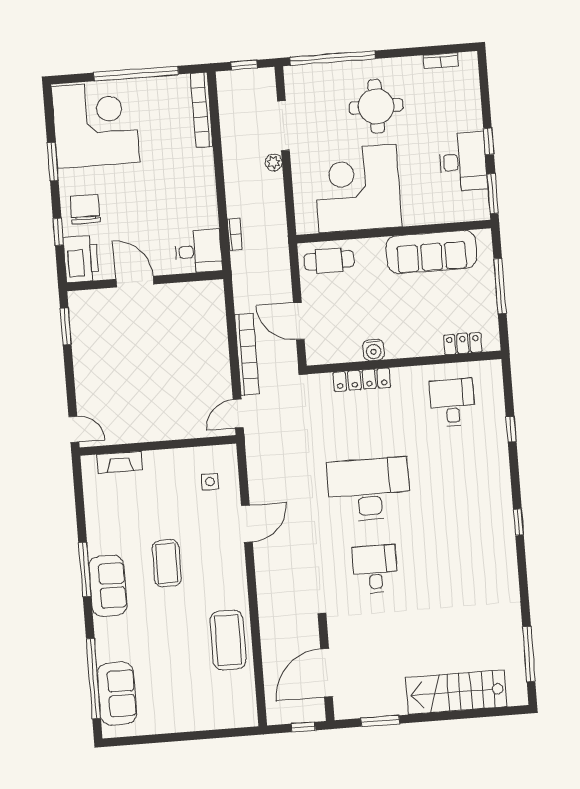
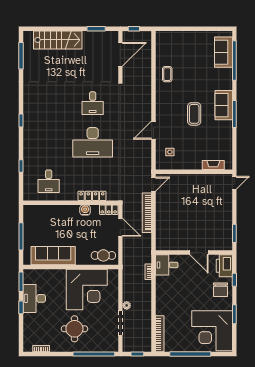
locker: (463, 344) -> (109, 210), moved
door: (74, 429) -> (234, 183), swing flipped
coffee table: (228, 640) -> (167, 74), width x0.54, depth x0.58

